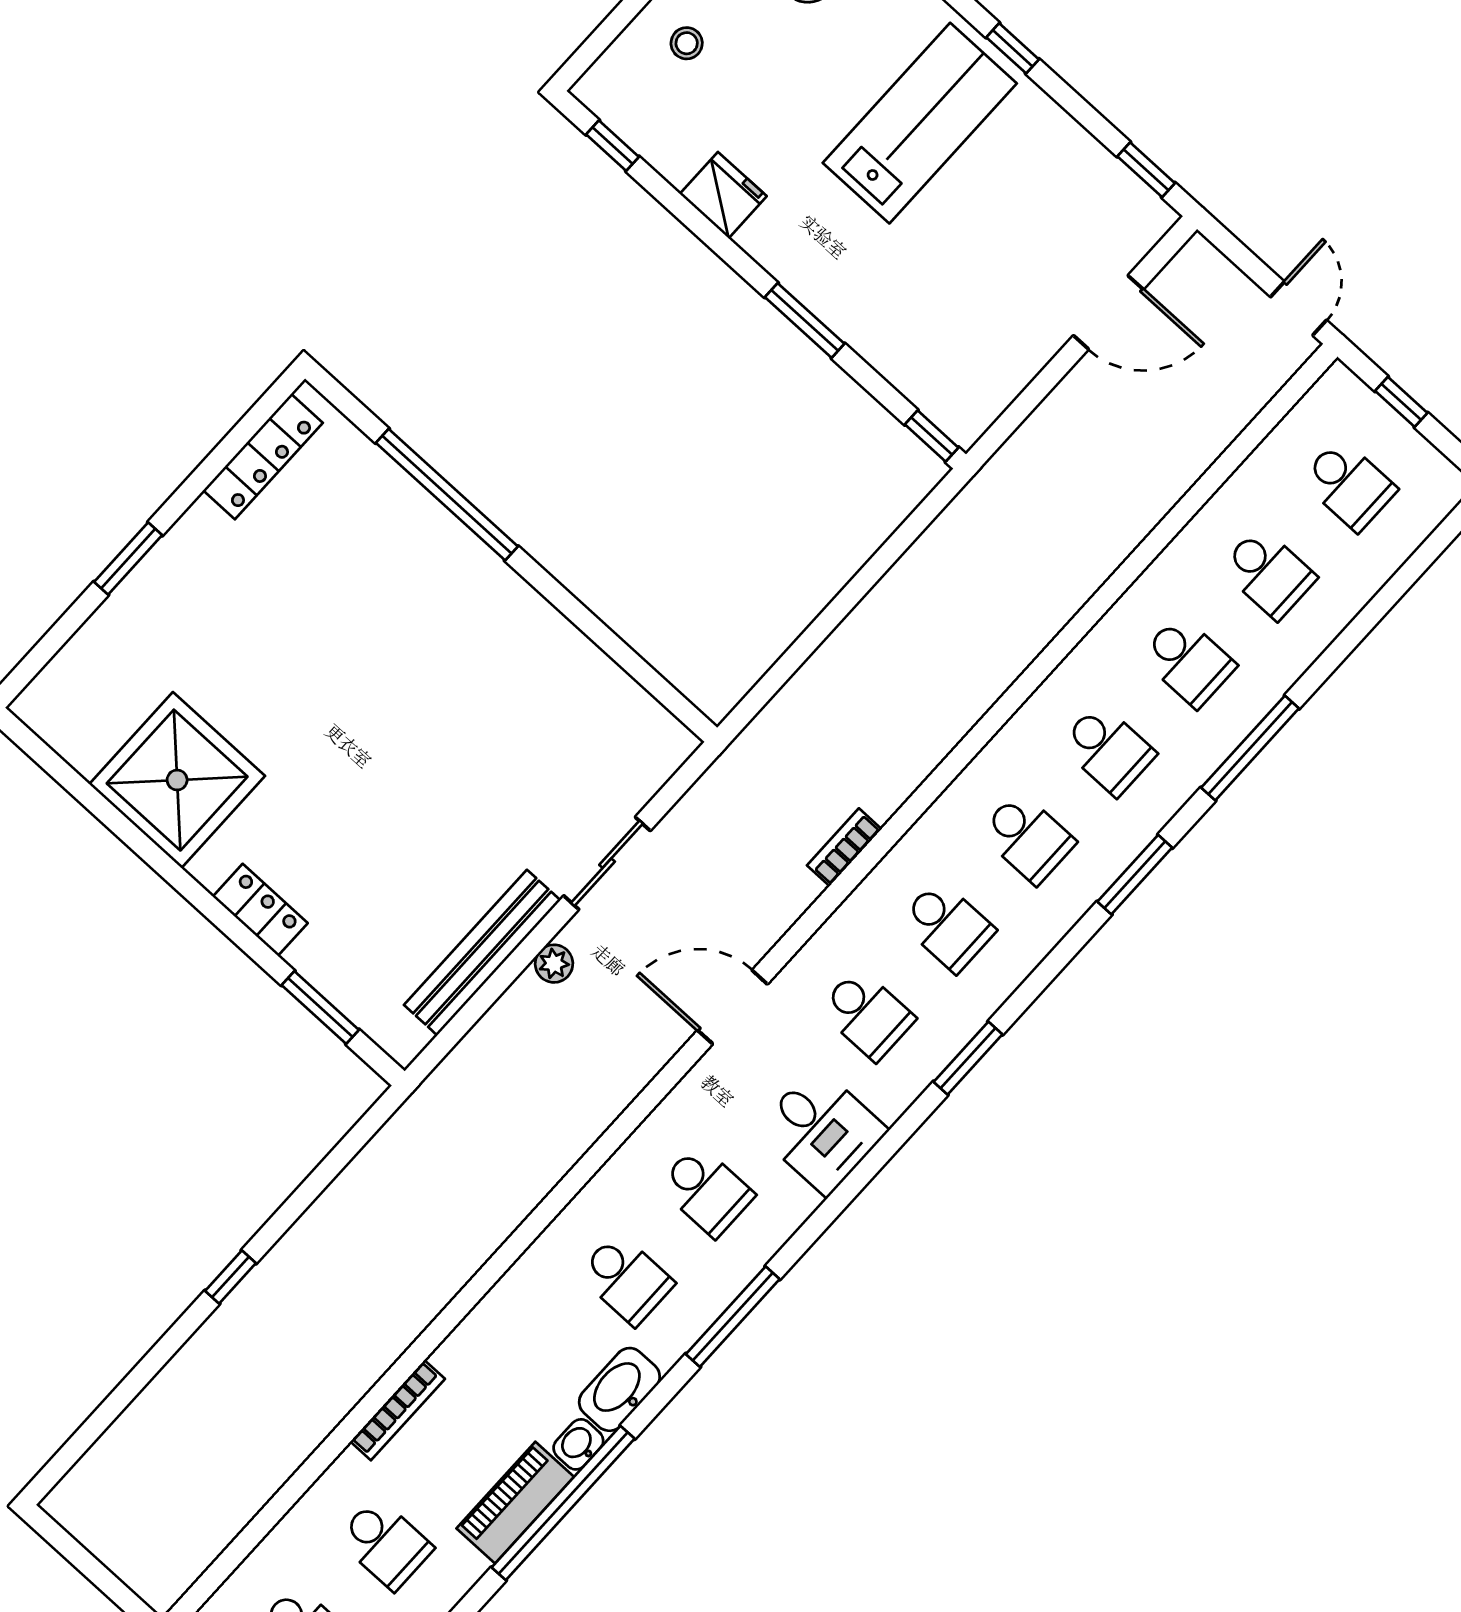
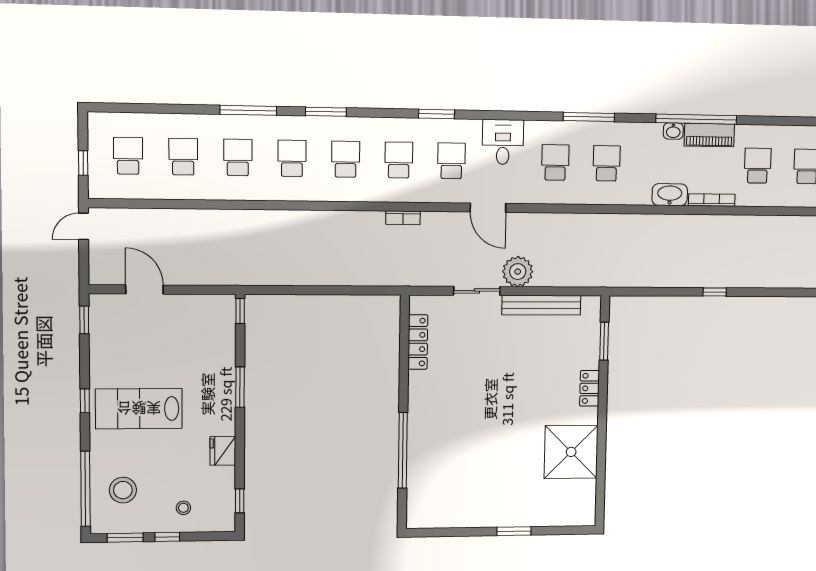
locker: (263, 457) -> (418, 342), moved, turned 90
plant: (554, 964) -> (518, 272), width x1.88, depth x1.88
washbasin: (619, 1389) -> (670, 195), moved, turned 180

